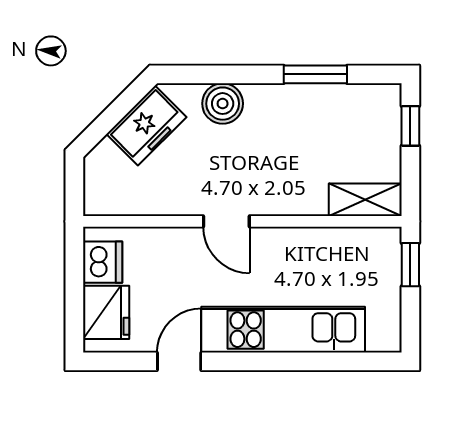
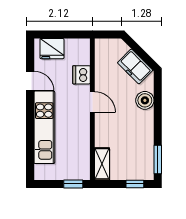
window: (315, 74) -> (158, 159), moved
door: (226, 221) -> (92, 102), swing flipped
dishwasher: (103, 262) -> (81, 75), moved, turned 90

